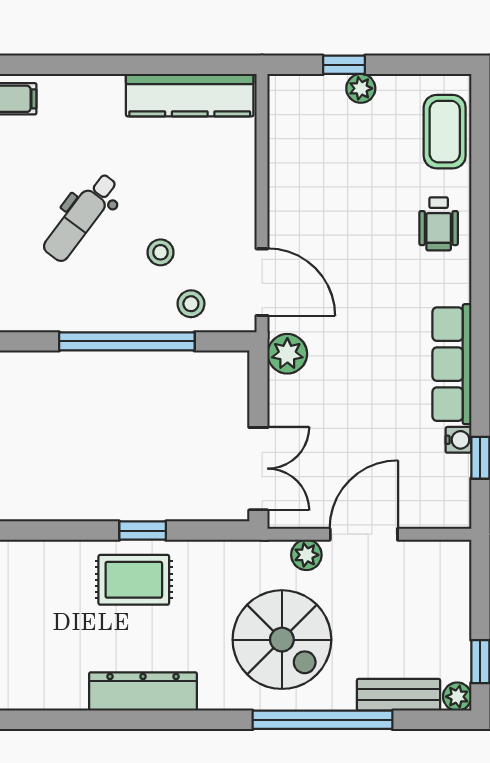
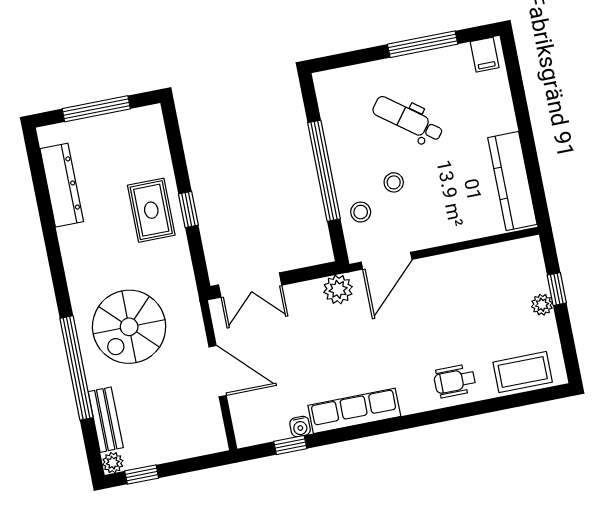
plant: (306, 555) -> (194, 332), removed
dresser: (143, 691) -> (62, 185), moved

